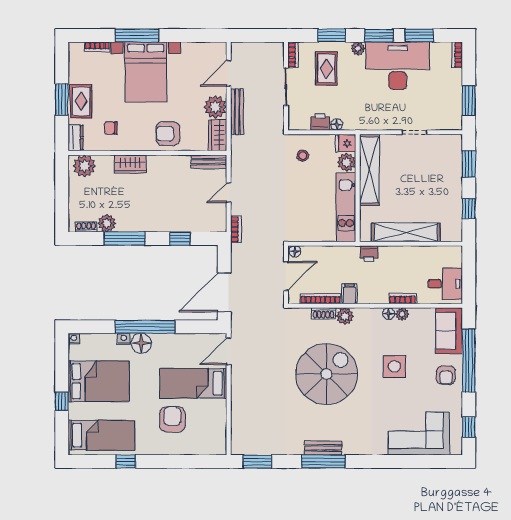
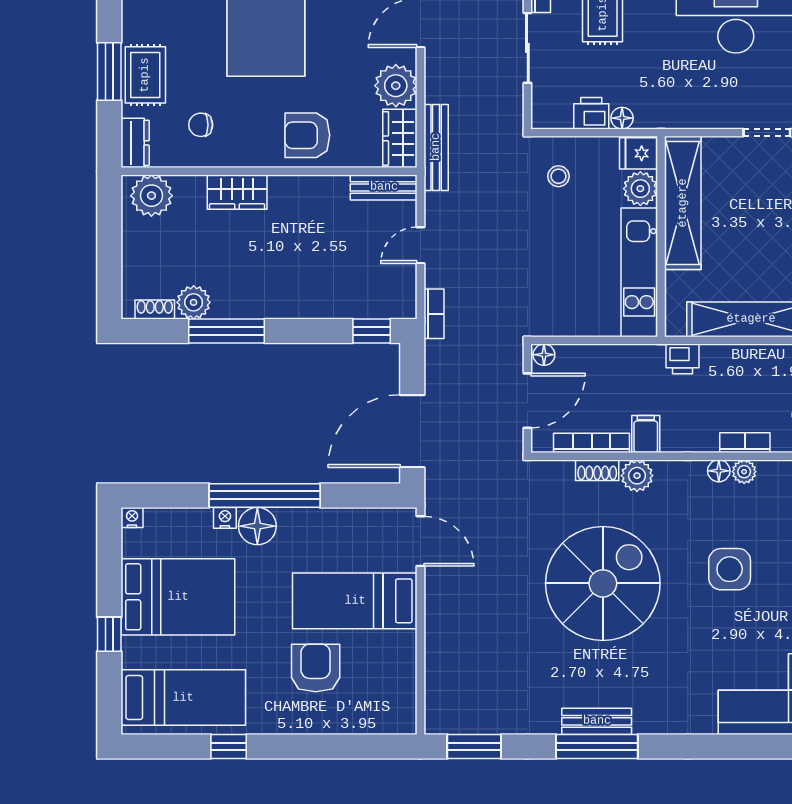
bench: (237, 112) -> (436, 147), moved
window: (180, 239) -> (372, 331), moved
door: (229, 351) -> (420, 541), swing flipped

